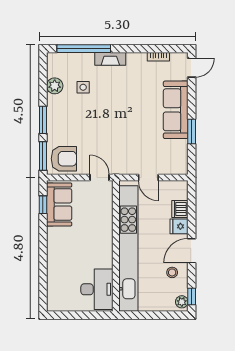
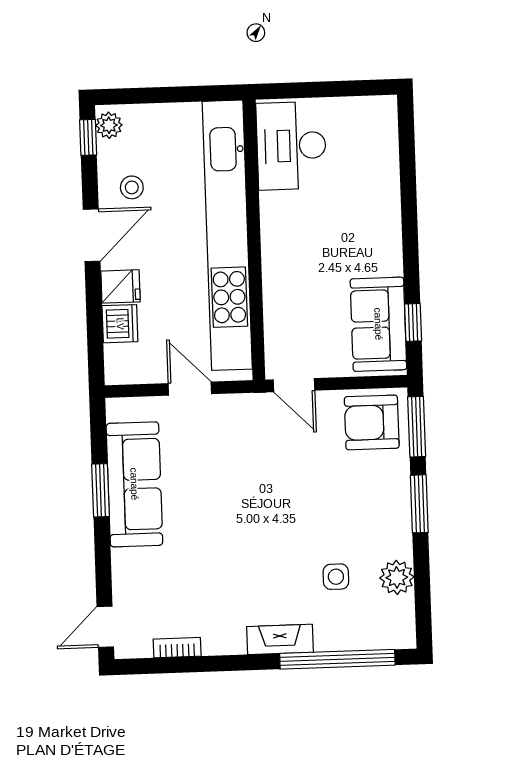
sofa: (176, 110) -> (134, 484), moved

